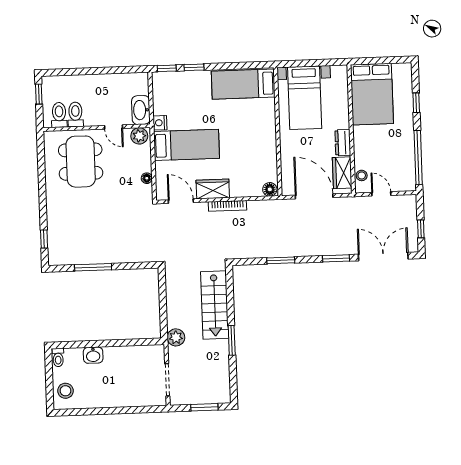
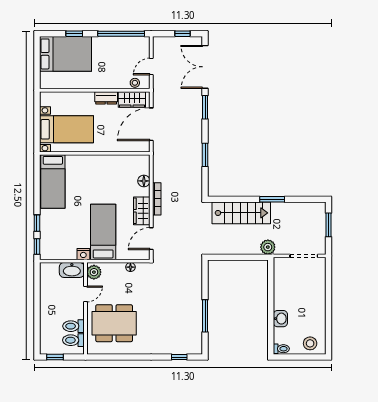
bed: (372, 94) -> (65, 54), moved
floor lamp: (270, 189) -> (144, 181), moved

